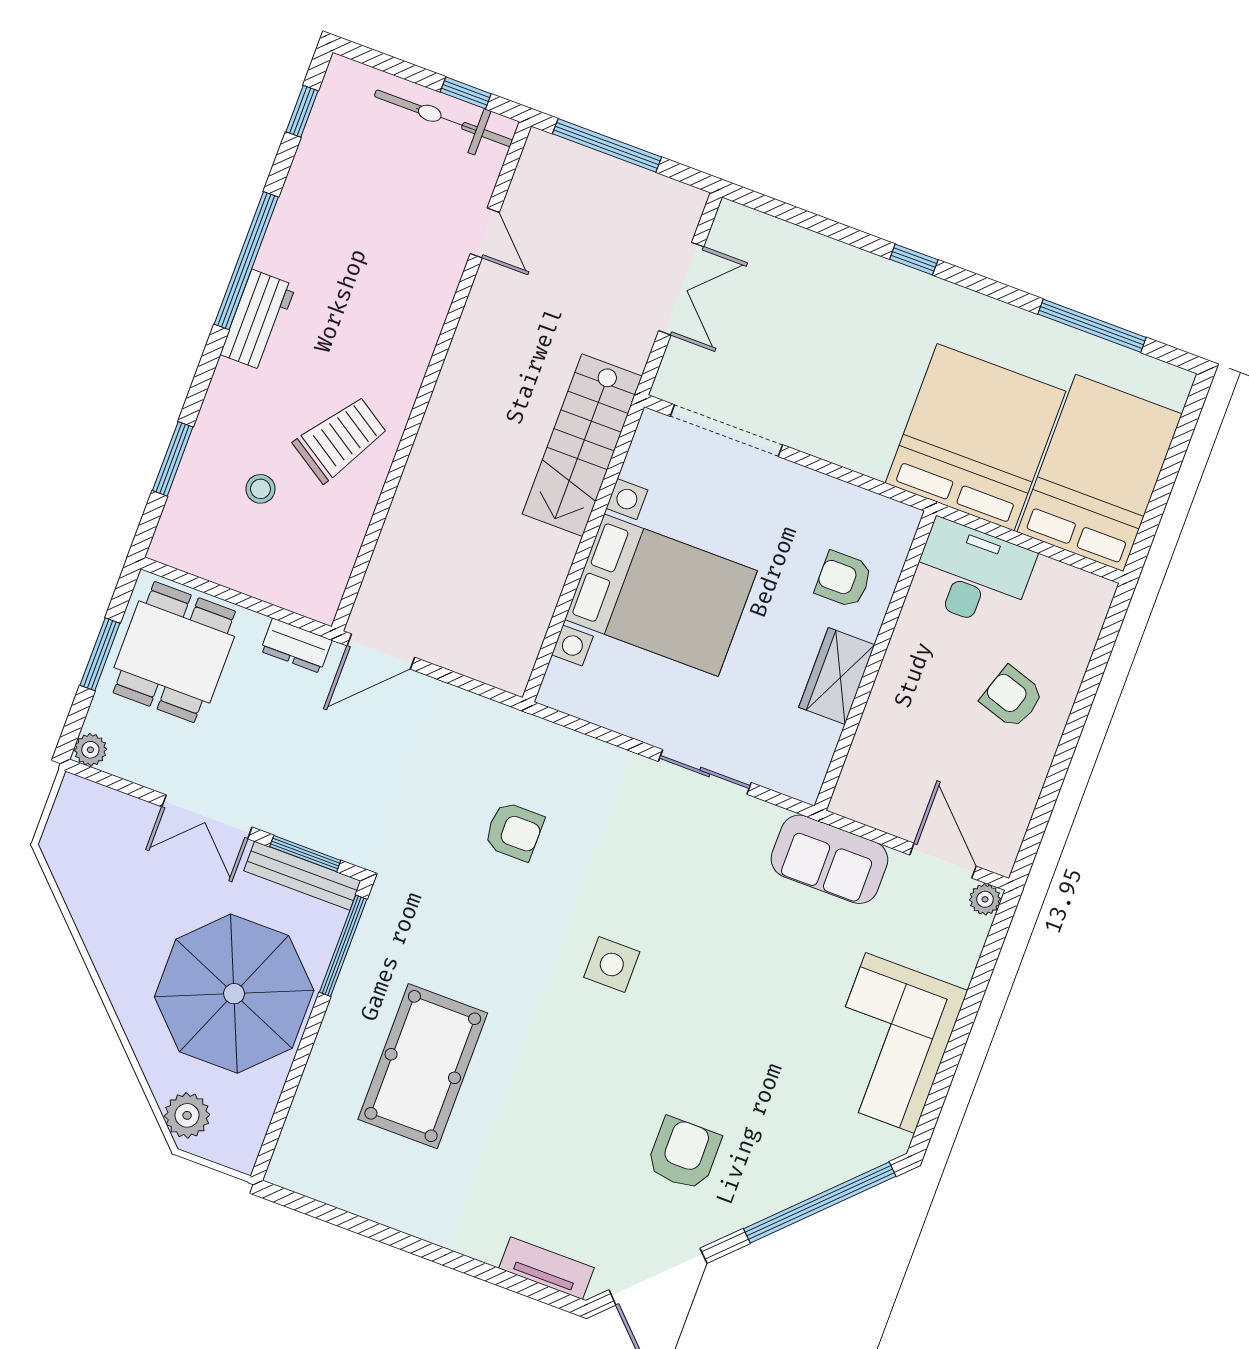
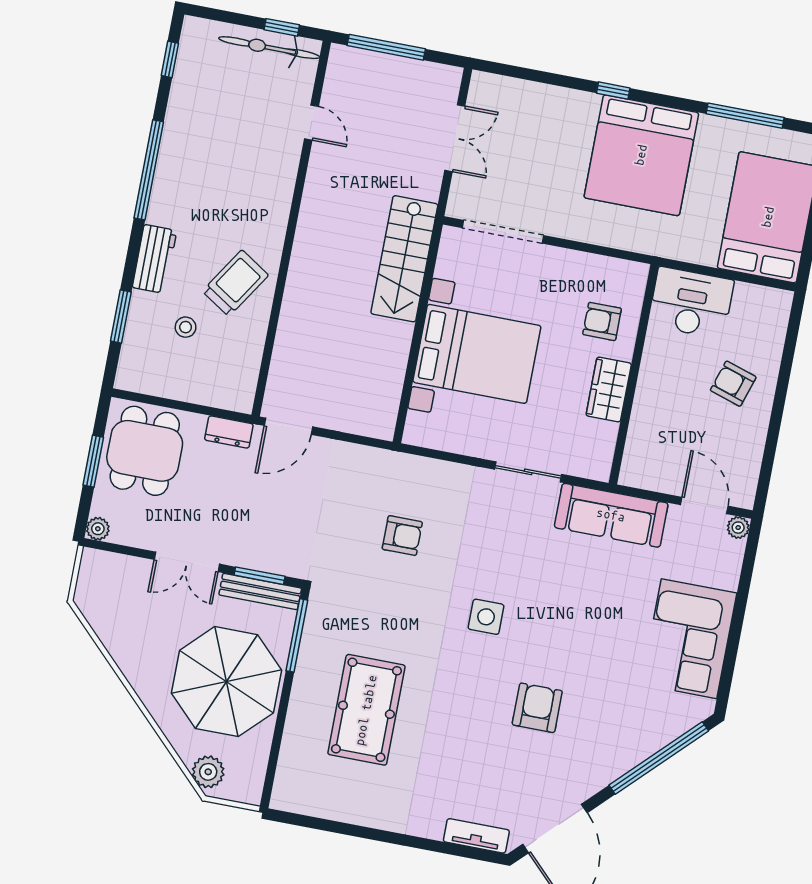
workbench: (258, 320) -> (155, 259), moved
bed: (975, 437) -> (641, 155), moved, turned 180
sofa: (829, 859) -> (611, 515), width x1.36
armchair: (684, 1154) -> (537, 708), moved

